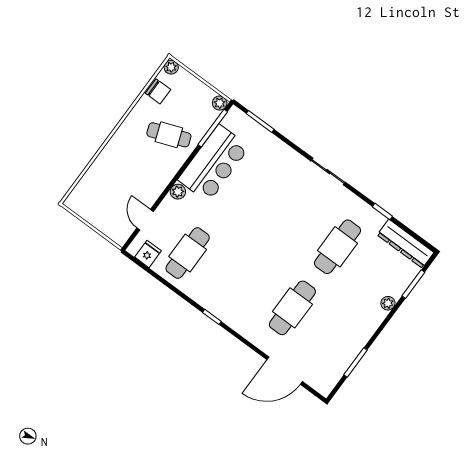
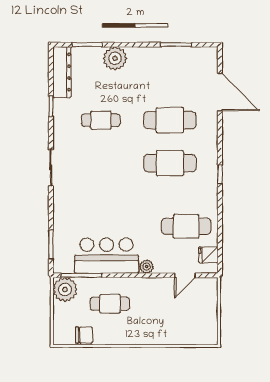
plant: (171, 67) -> (59, 339), removed
chair: (158, 91) -> (84, 335), turned 90
plant: (220, 103) -> (65, 289), width x1.88, depth x1.88
cafe table: (169, 135) -> (110, 304), turned -70
cafe table: (337, 247) -> (101, 120), width x0.73, depth x0.74
cafe table: (254, 280) -> (170, 163), added
plant: (388, 303) -> (115, 58), width x1.87, depth x1.87

